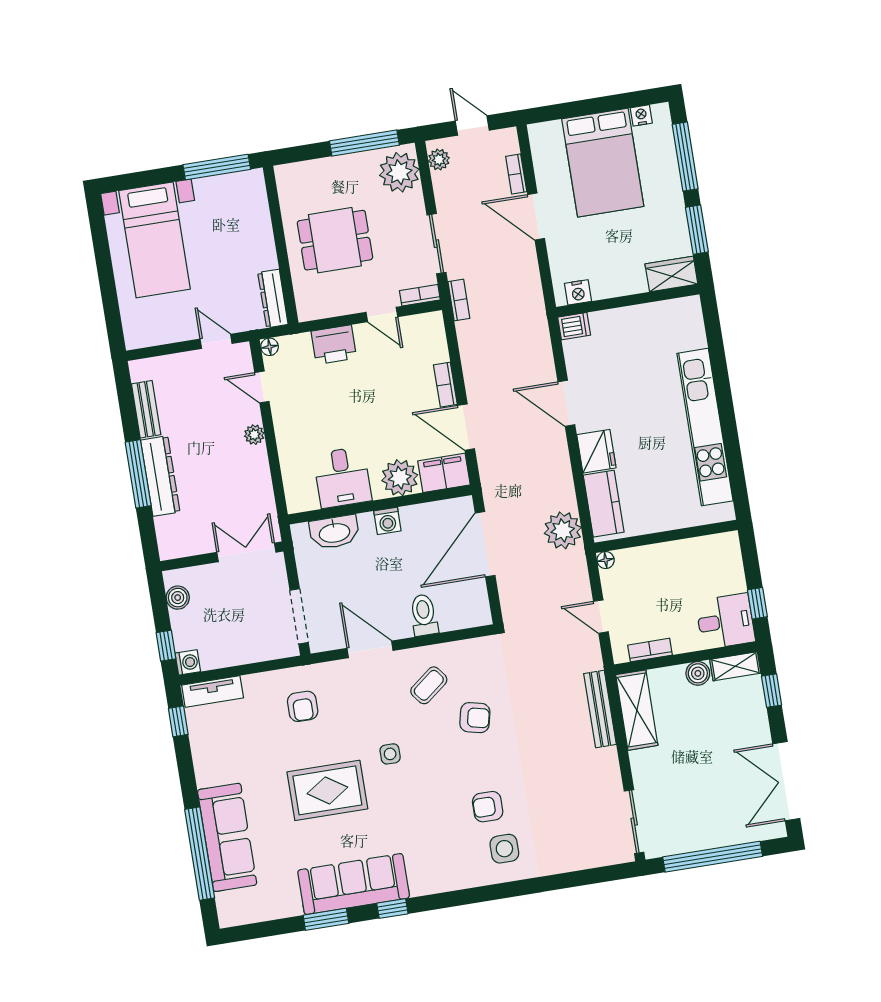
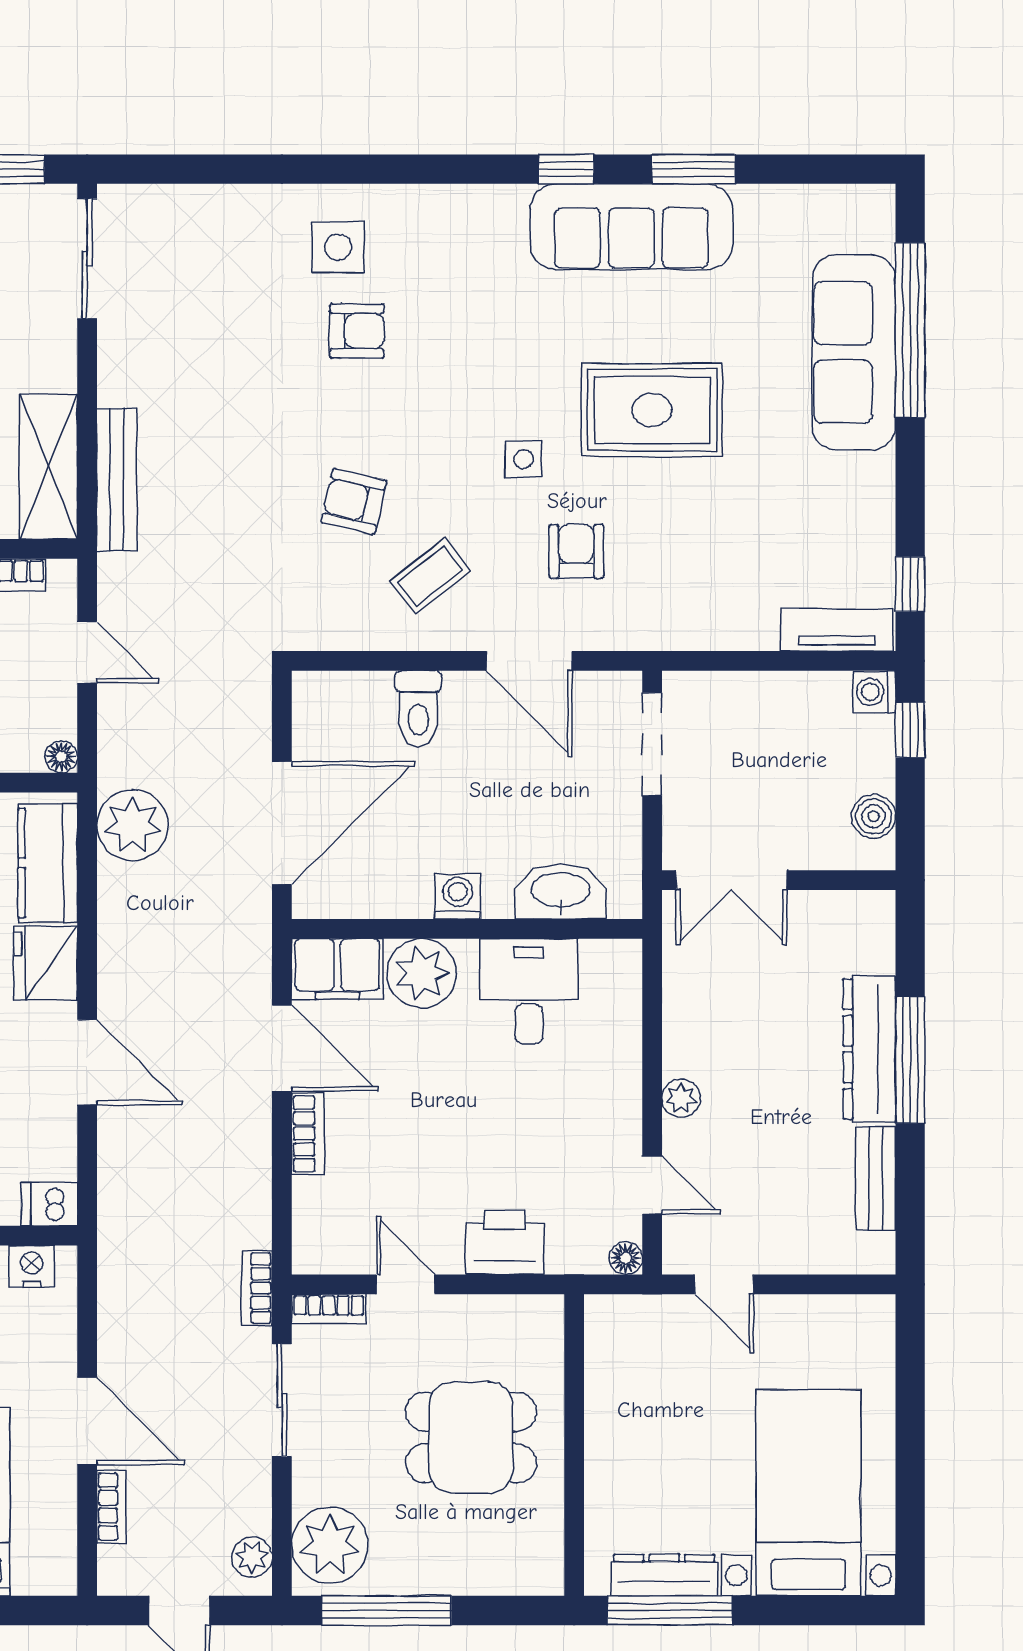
dresser: (273, 299) -> (664, 1575), moved, turned -90
armchair: (303, 706) -> (576, 551), moved

